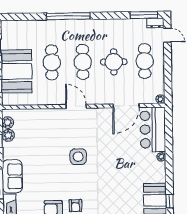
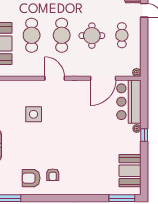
cafe table: (145, 61) -> (122, 35), width x0.73, depth x0.74
side table: (78, 157) -> (34, 114), moved
window: (170, 201) -> (144, 135), moved

